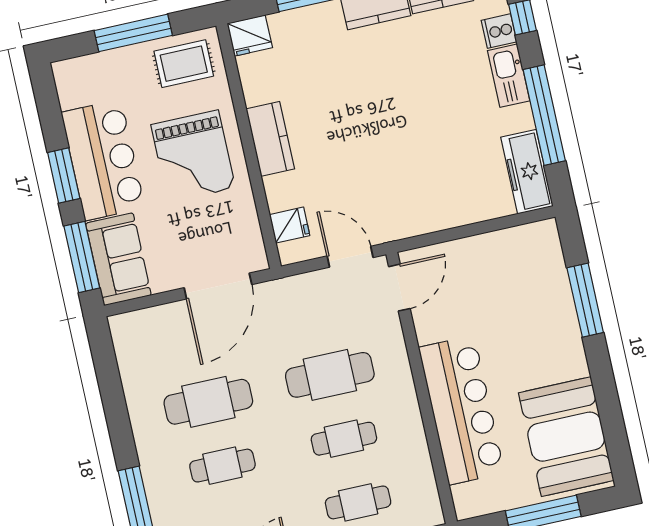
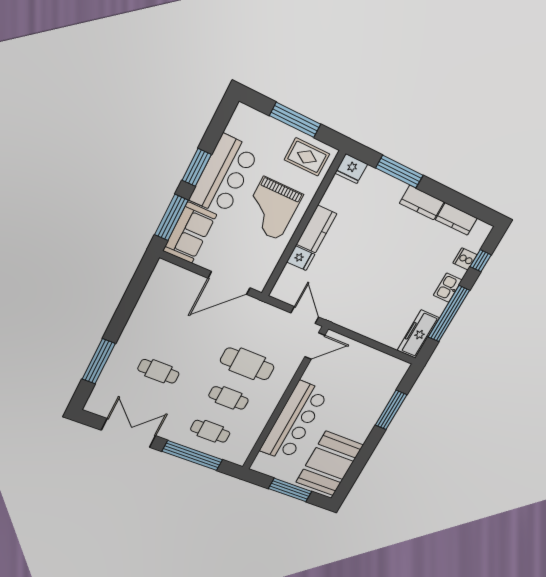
kitchen sink: (509, 76) -> (448, 288), width x0.73
fridge: (290, 225) -> (301, 258), moved
cafe table: (208, 402) -> (177, 336), removed

